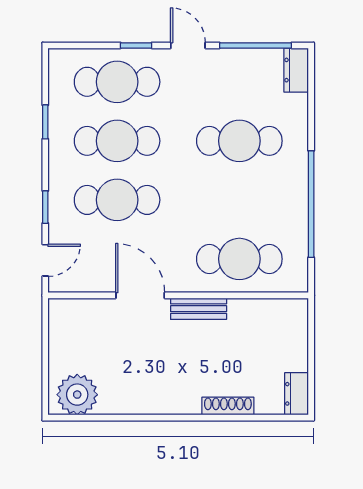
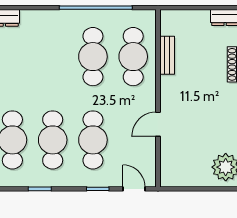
cafe table: (239, 141) -> (93, 57), moved
door: (140, 295) -> (158, 124), width x0.73
bench: (199, 309) -> (167, 55), moved

